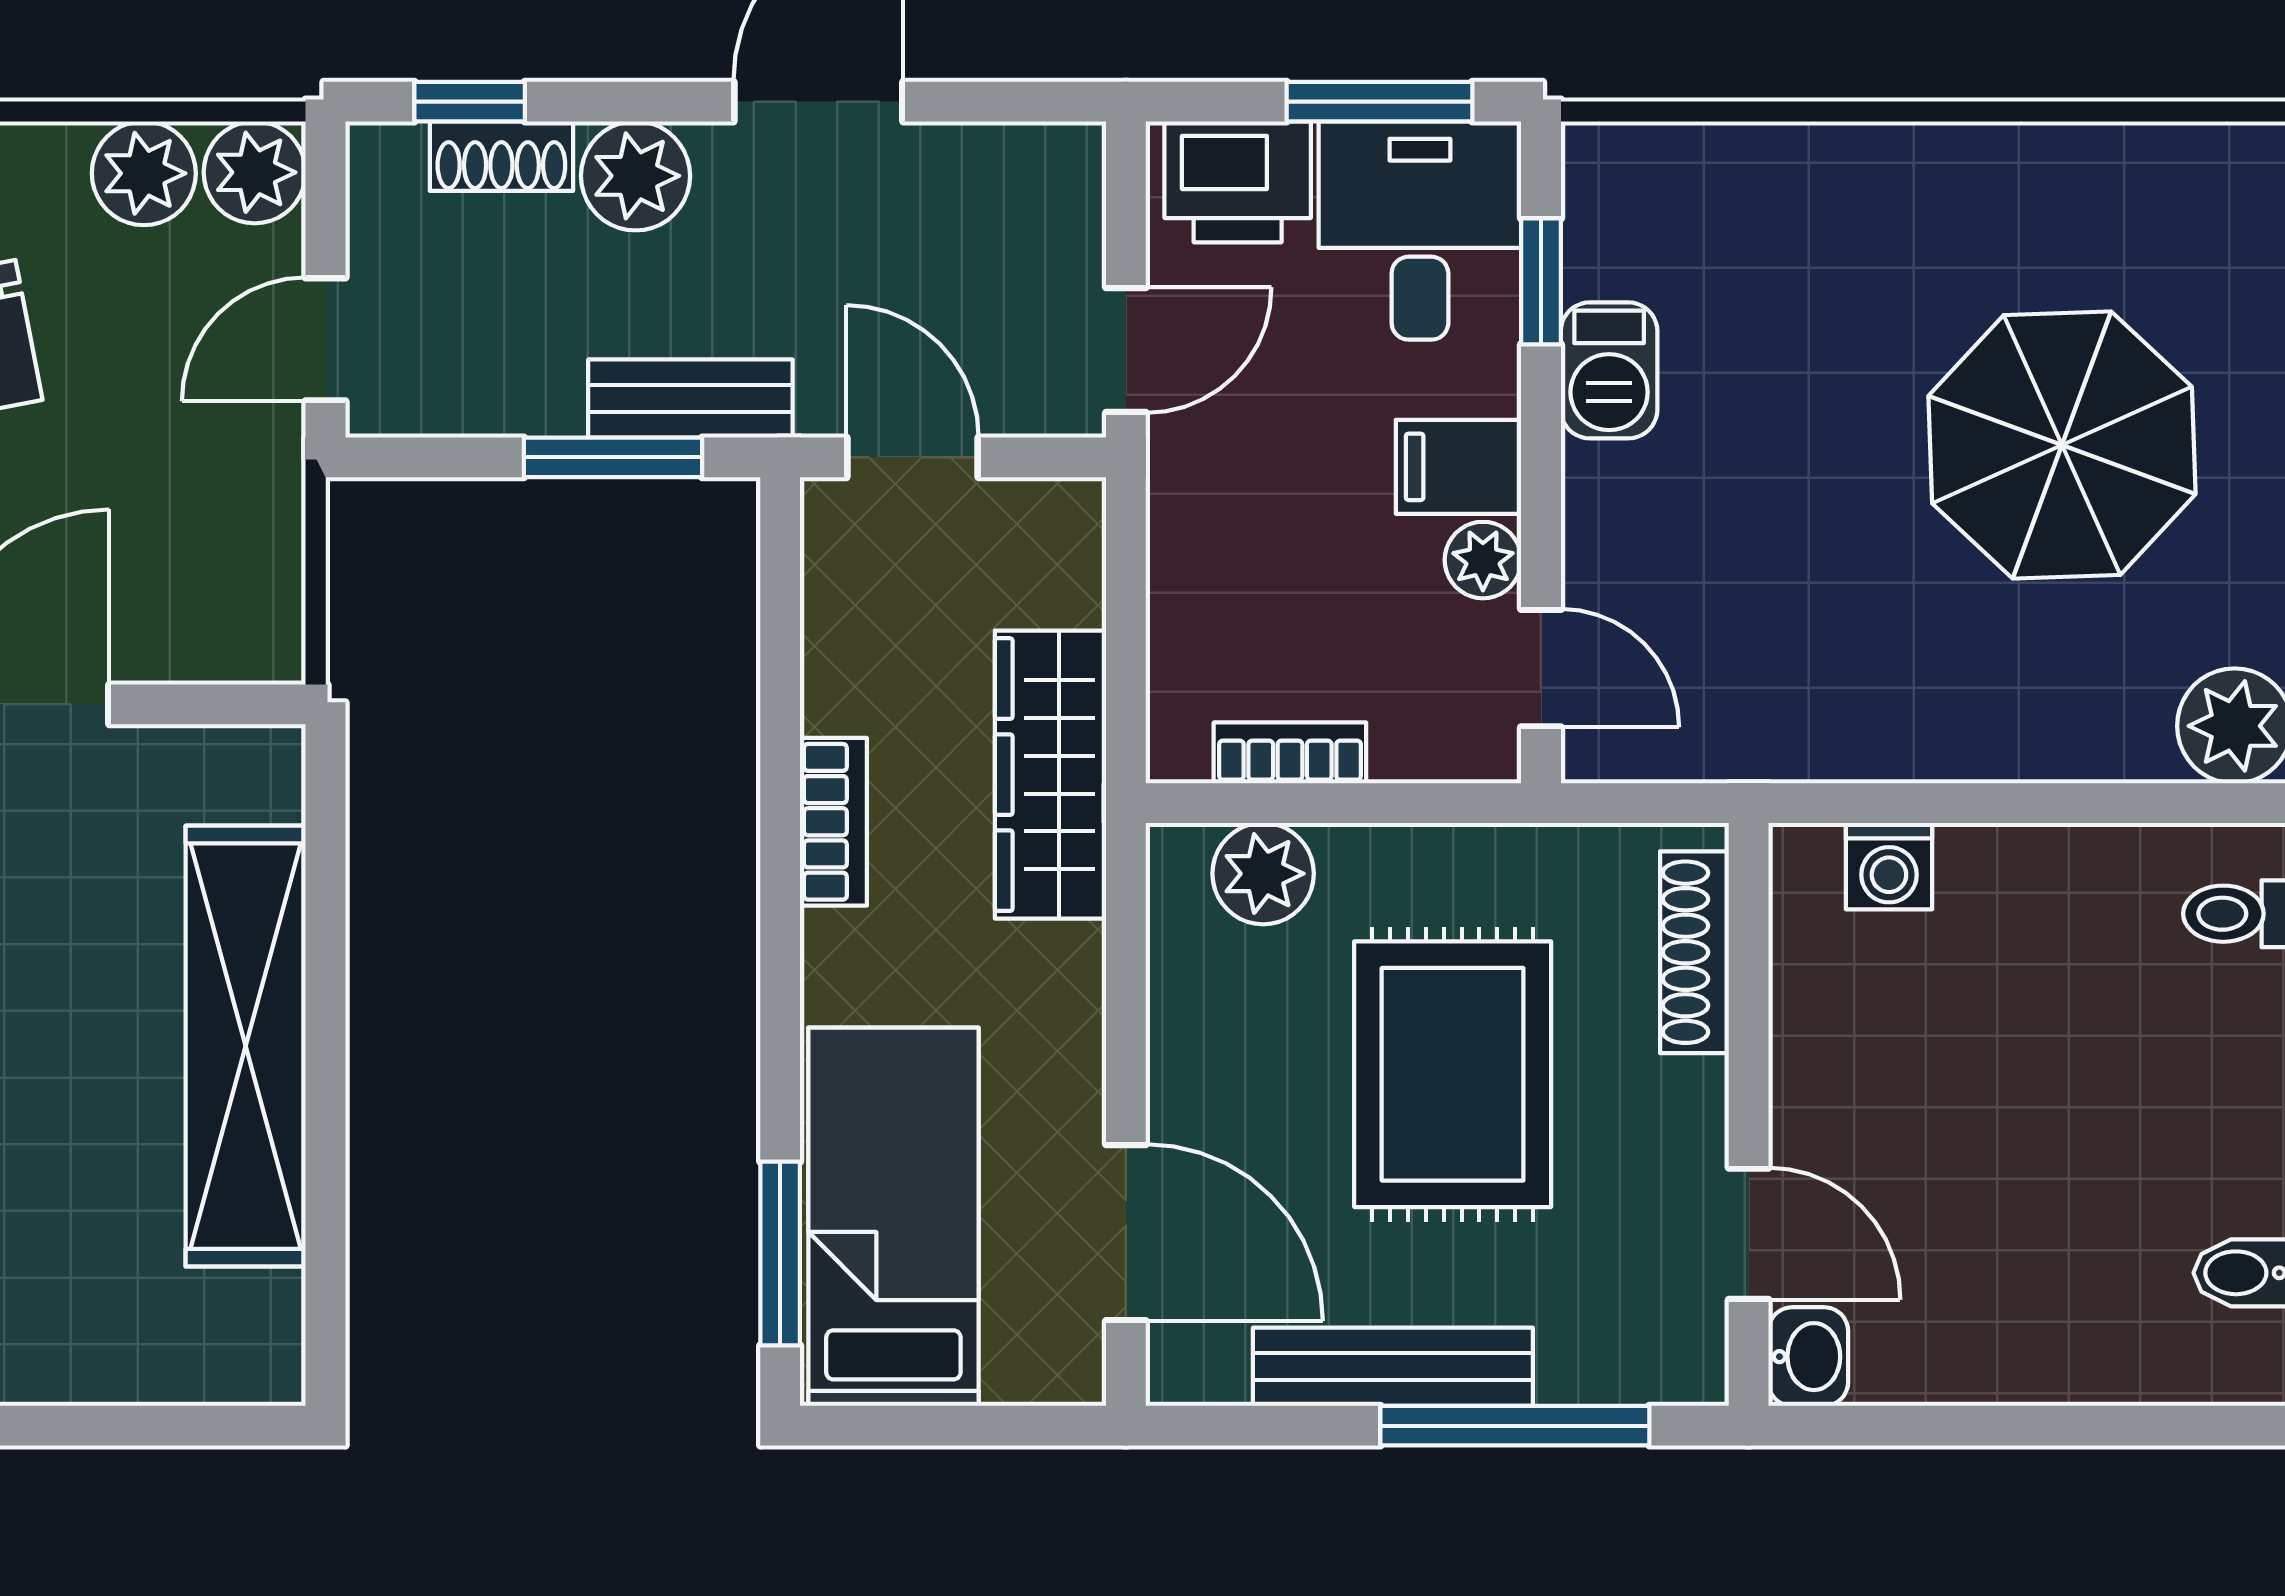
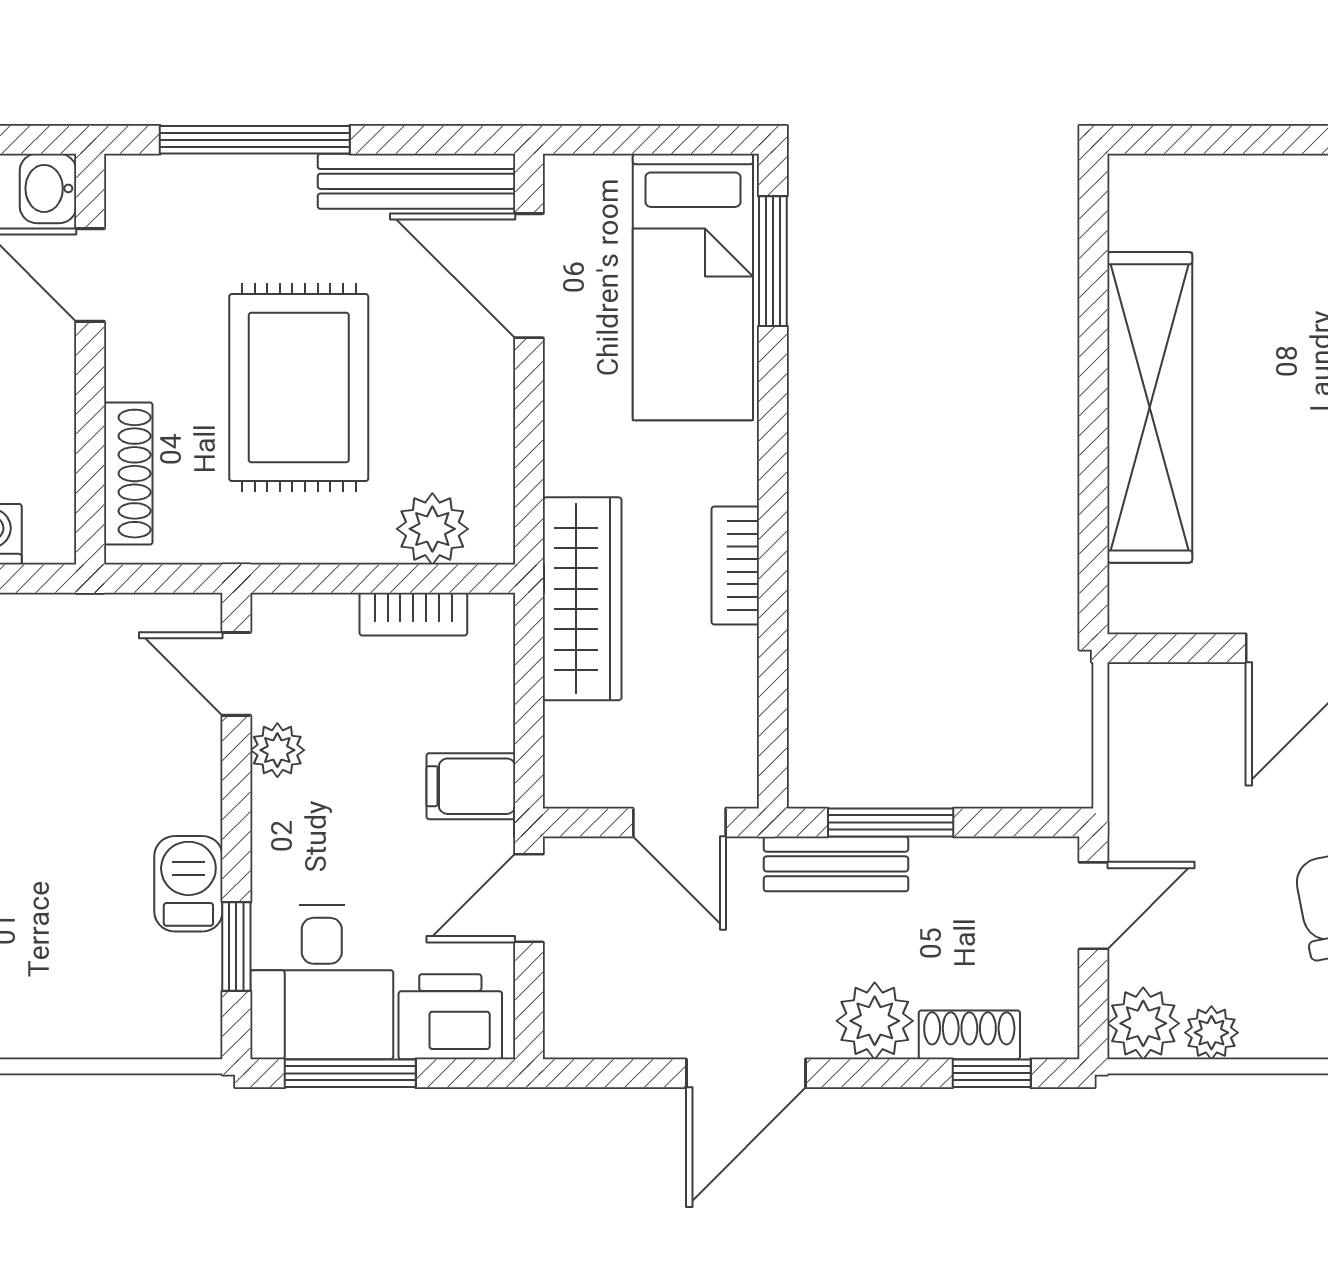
plant: (144, 173) -> (1211, 1033), width x0.73, depth x0.73
filing cabinet: (1459, 467) -> (471, 786), moved, turned 180
bench: (1393, 1367) -> (416, 181), moved

